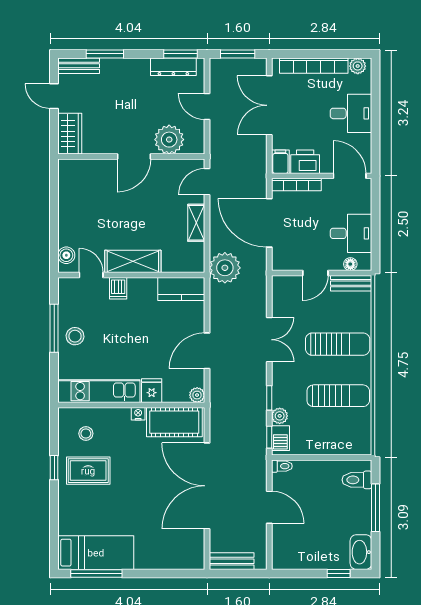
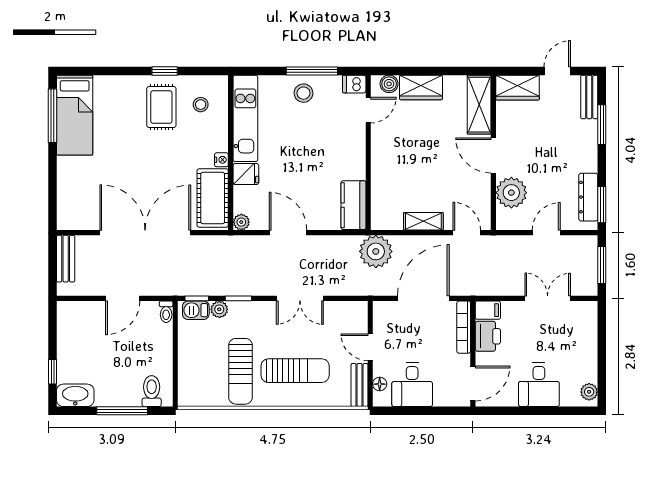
bookcase: (314, 66) -> (589, 345), removed
double door: (269, 105) -> (548, 298), width x0.73
wardrobe: (70, 225) -> (421, 87), added
shelving: (133, 261) -> (479, 105), moved
dishwasher: (118, 288) -> (354, 84), moved
sun lounger: (338, 344) -> (295, 371), turned -90

